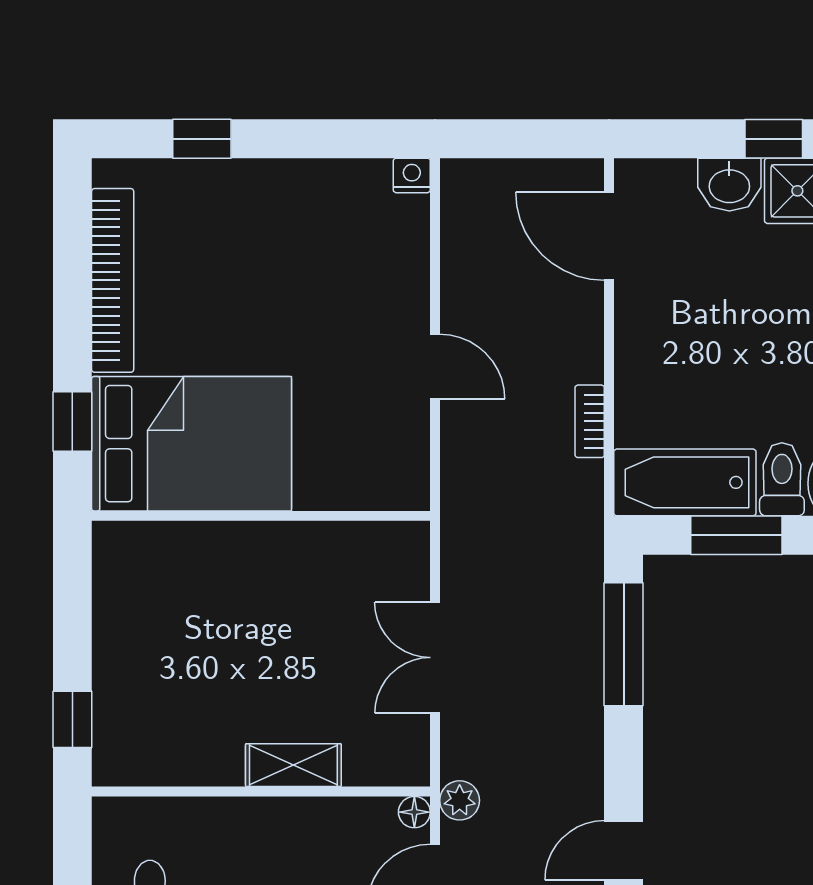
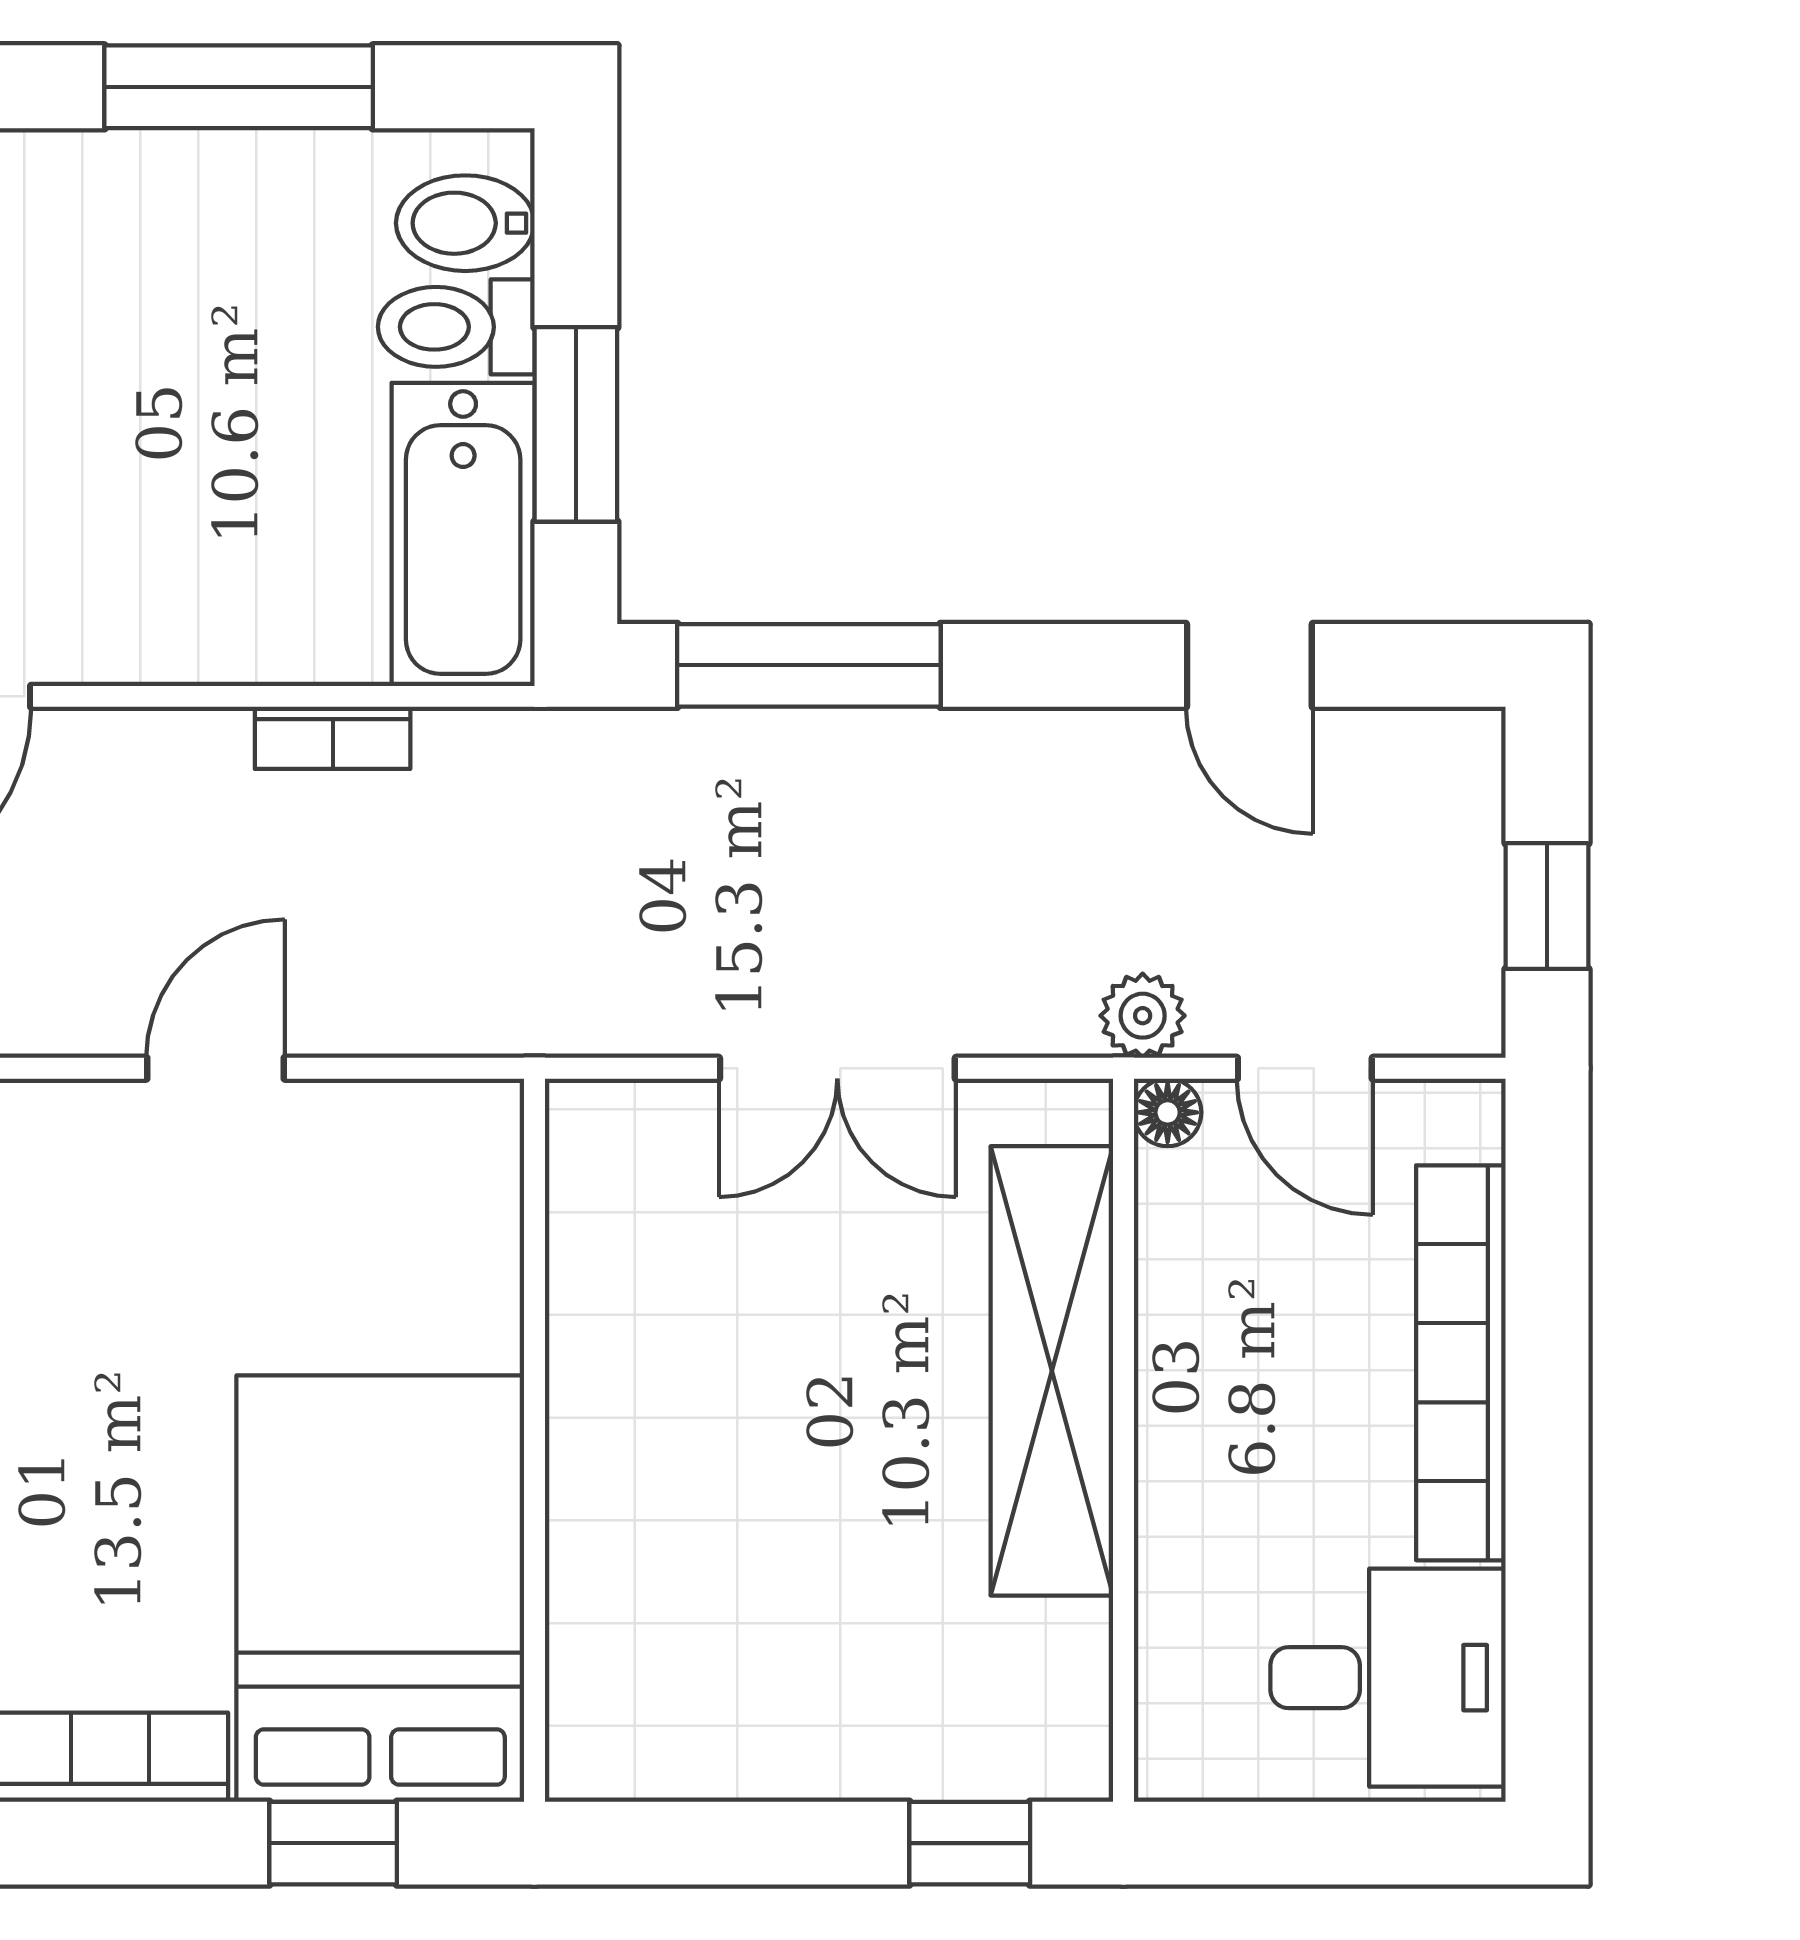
shelving: (293, 765) -> (1052, 1371), width x2.20, depth x1.33

